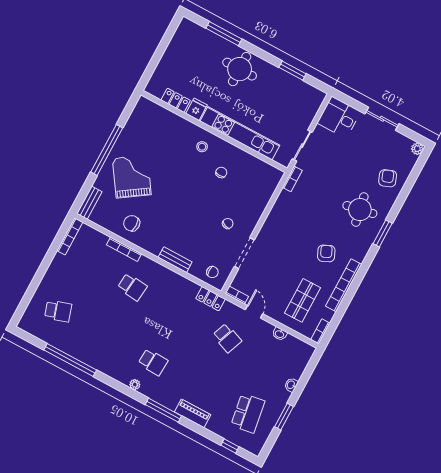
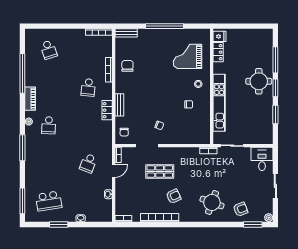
window: (259, 53) -> (275, 88), added
fridge: (196, 109) -> (220, 36), moved
grand piano: (132, 177) -> (187, 56), moved, turned -146
round table: (360, 210) -> (212, 202), turned 31
window: (383, 233) -> (253, 224), moved
locker: (211, 299) -> (107, 110), moved
shop shelf: (303, 300) -> (160, 172), moved
piano: (193, 413) -> (30, 99), moved
window: (230, 446) -> (22, 201), width x2.17

